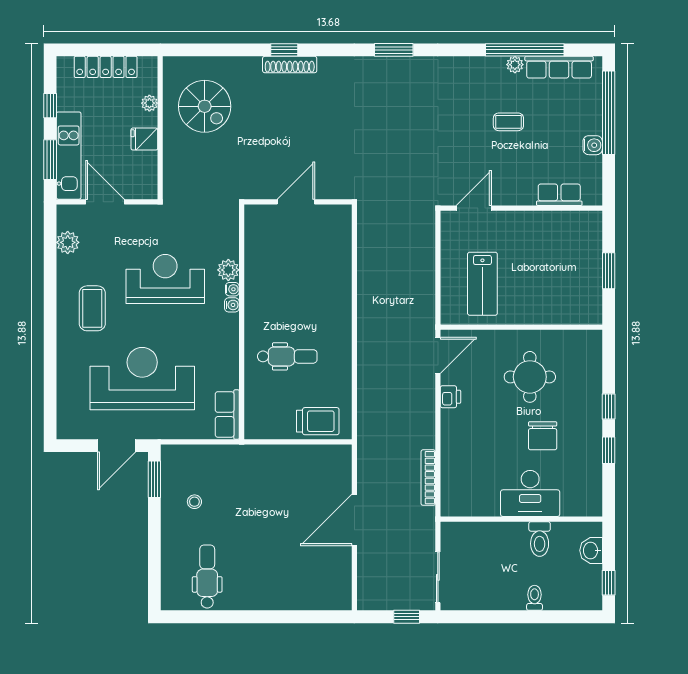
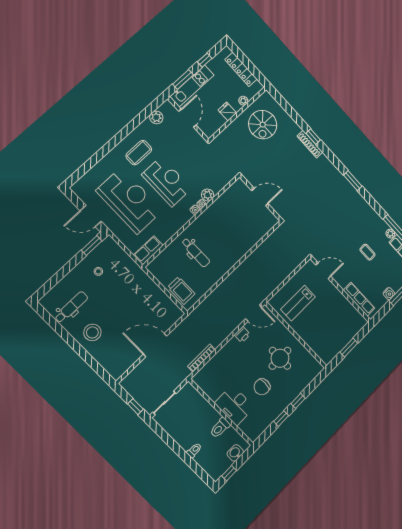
row of seats: (559, 195) -> (359, 299), width x1.48
reception desk: (165, 279) -> (167, 182), moved
stool: (263, 581) -> (92, 332), added

